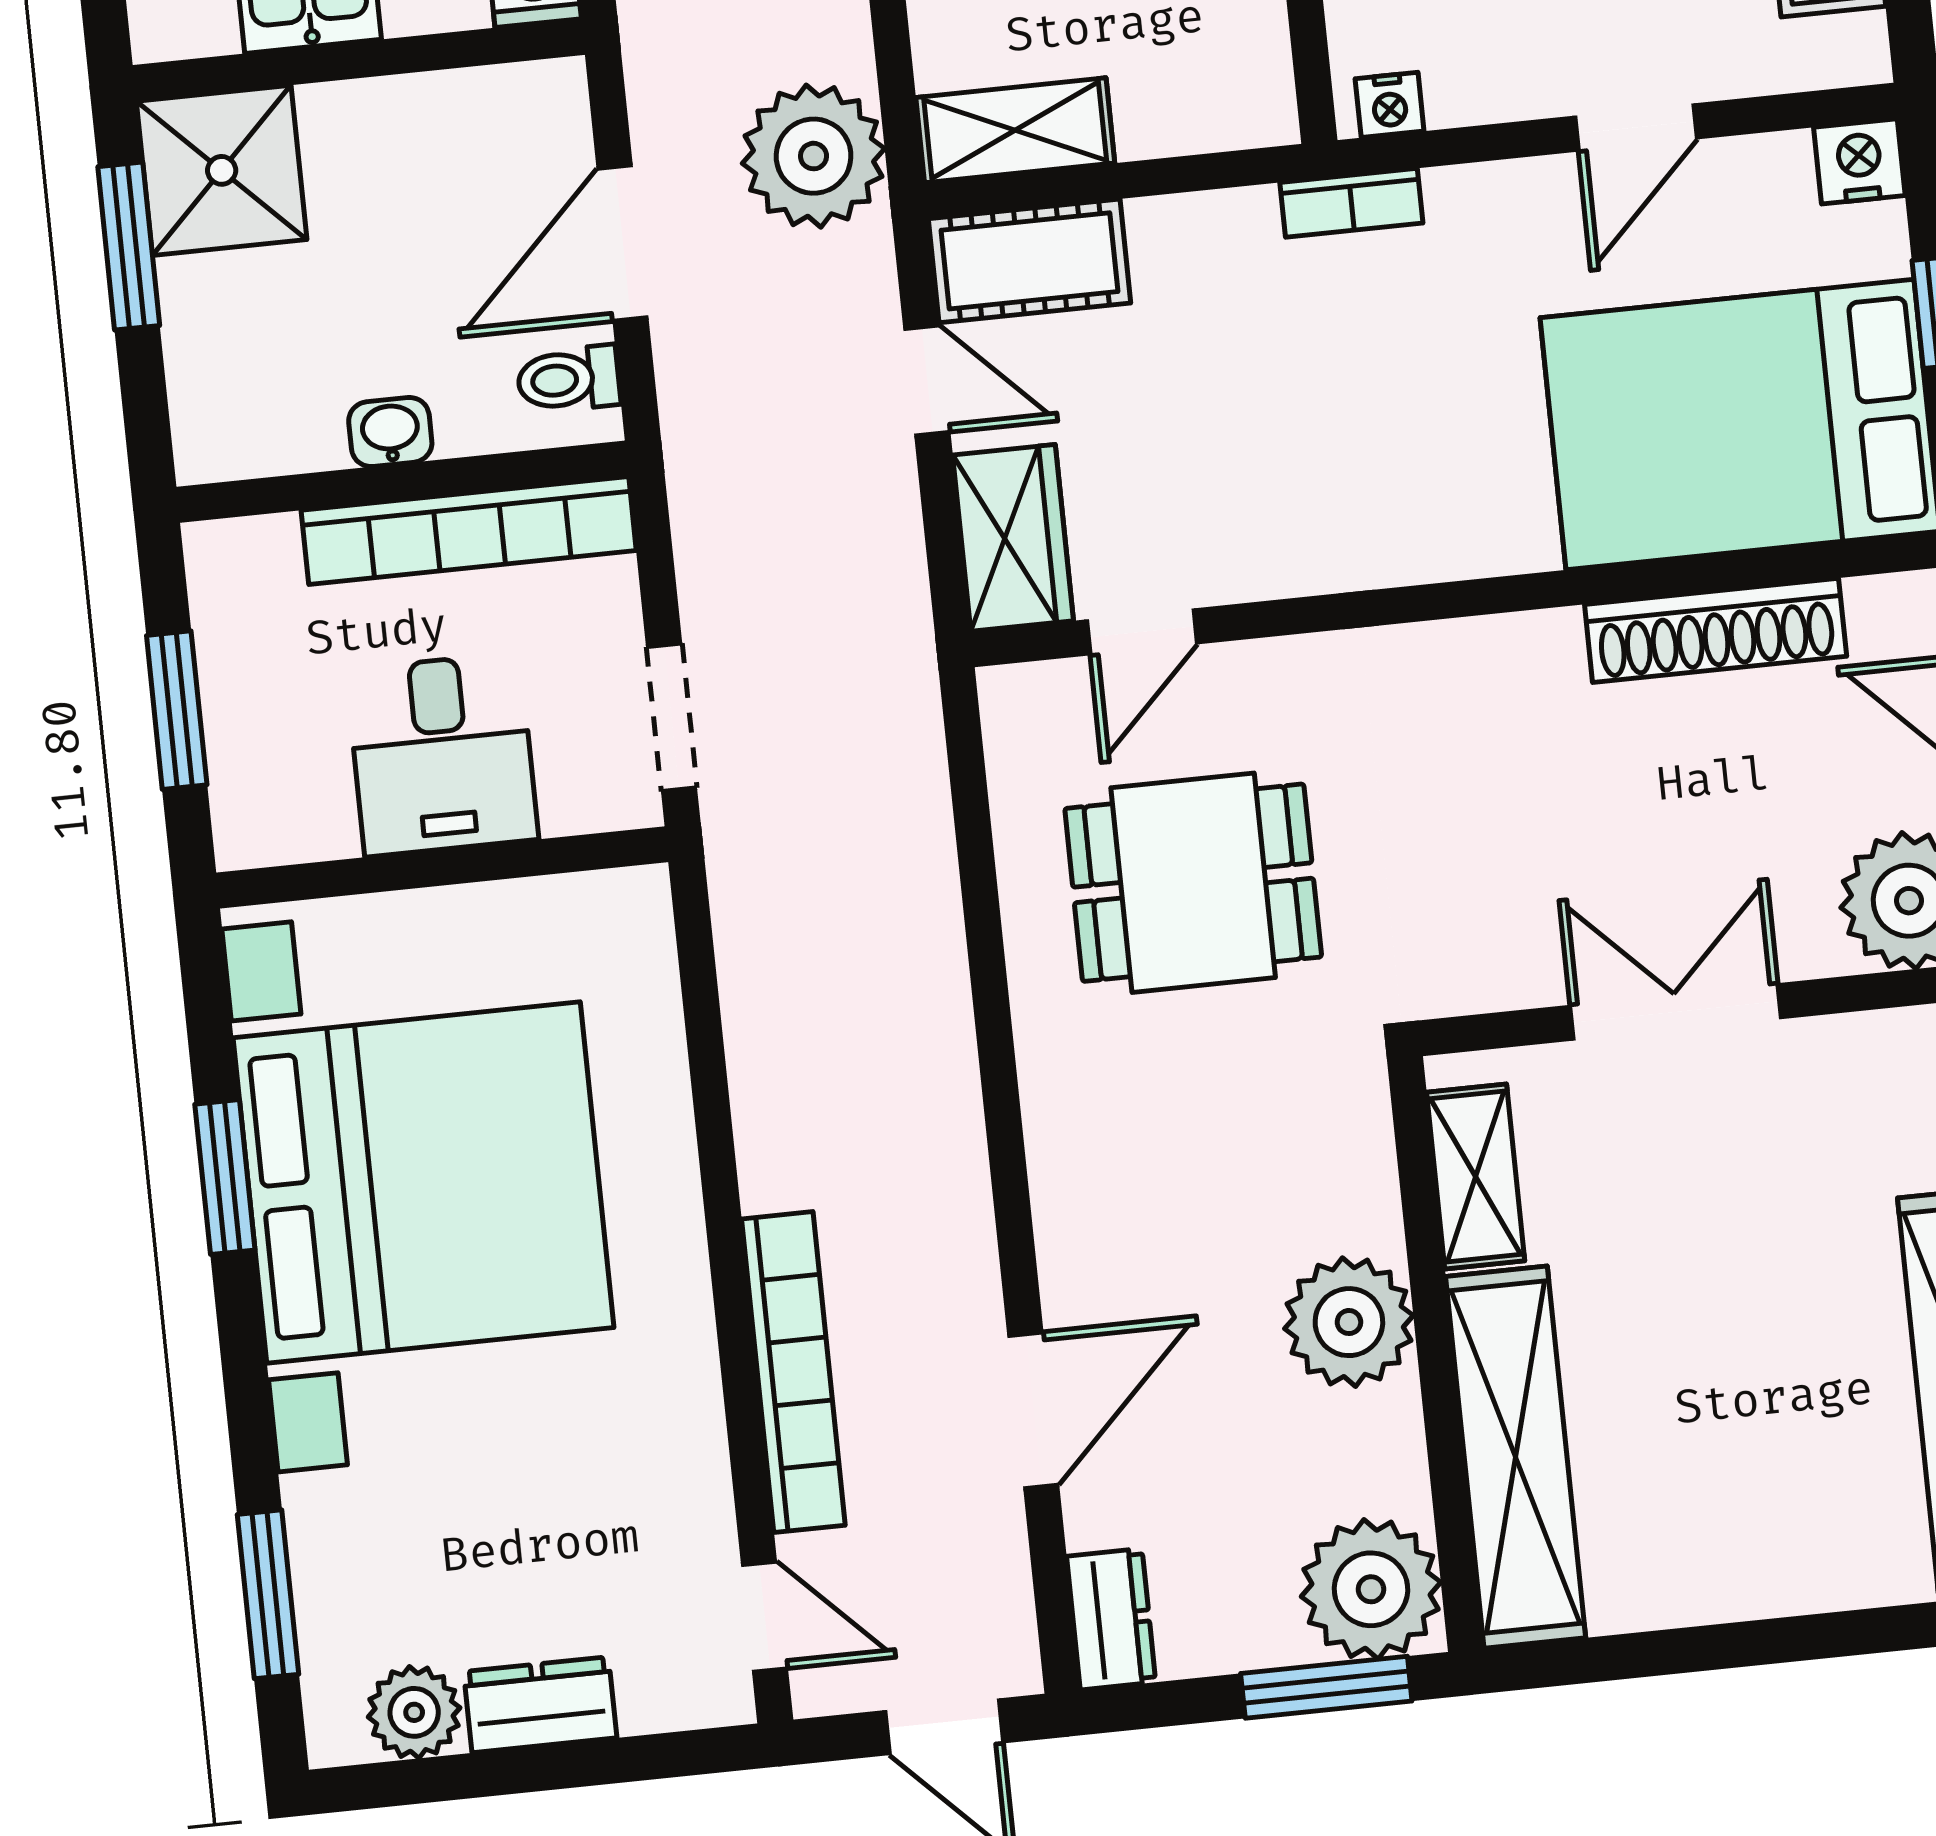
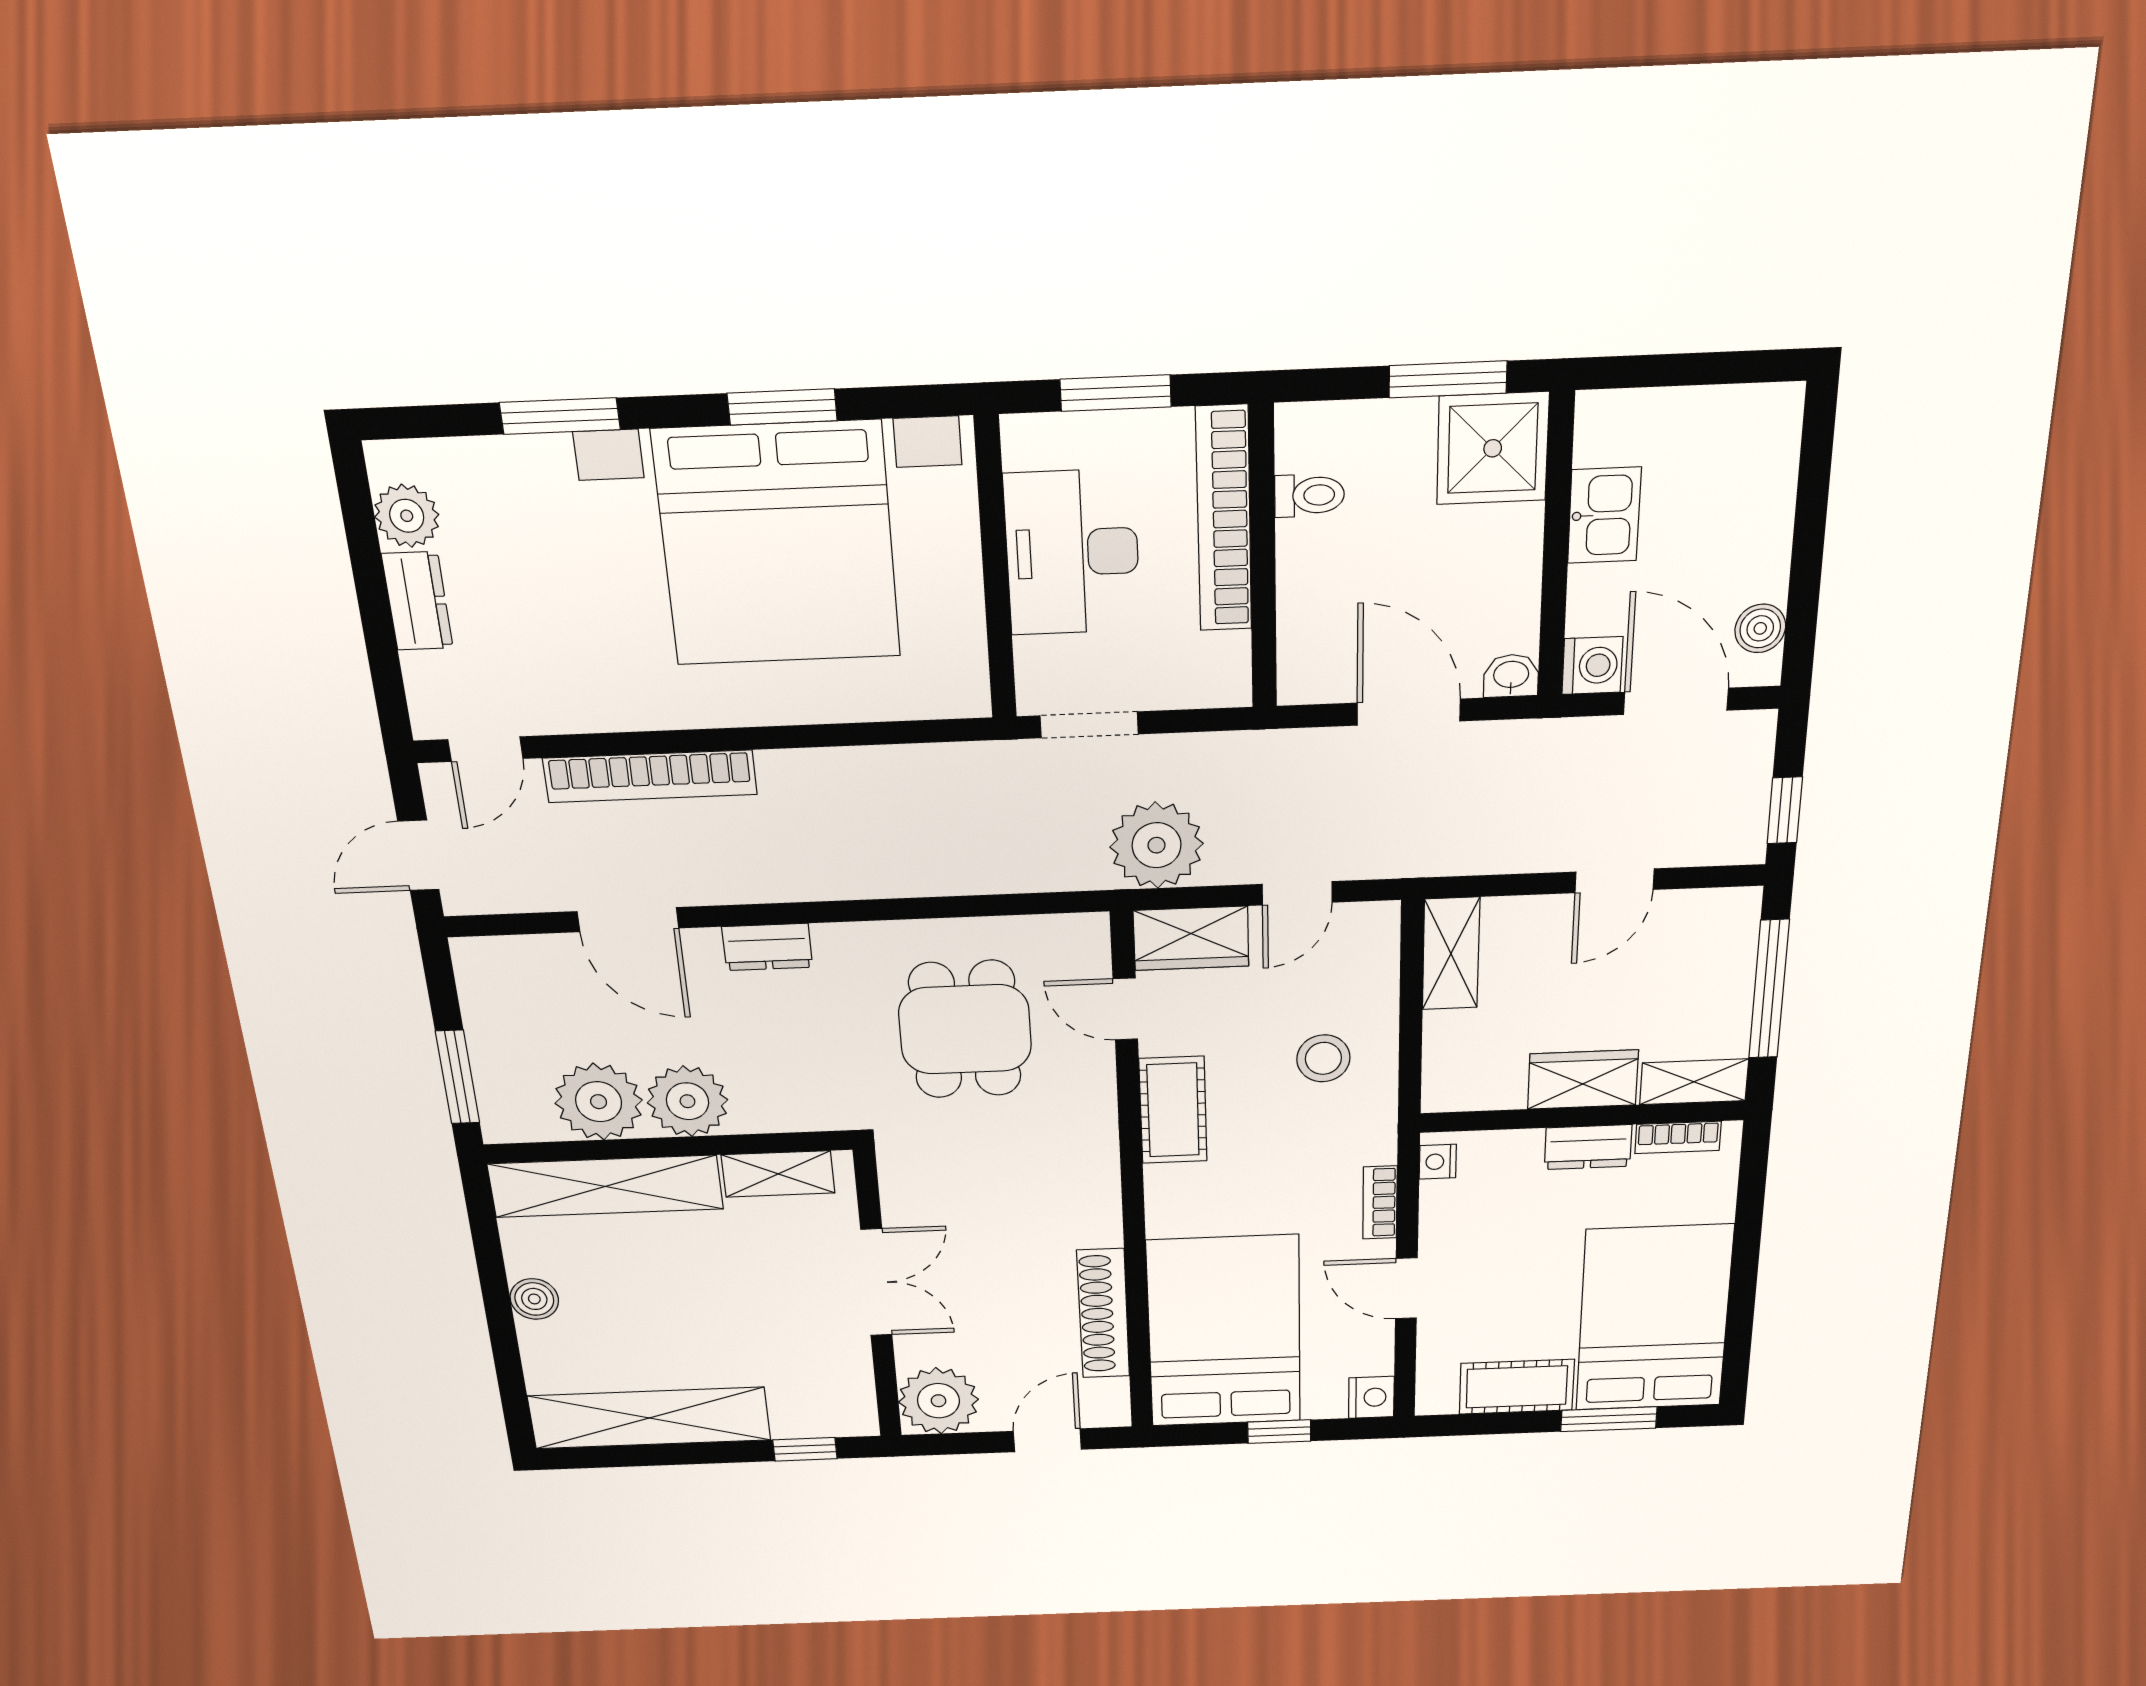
plant: (814, 156) -> (1157, 845), moved
bookcase: (1351, 203) -> (1380, 1202), moved
cot: (1029, 261) -> (1173, 1110), moved
stool: (1211, 311) -> (1323, 1058), added
toilet: (569, 379) -> (1309, 495), moved, turned 90
washbasin: (390, 432) -> (1511, 676), moved, turned -90
bookcase: (469, 530) -> (1224, 519), moved
desk: (442, 754) -> (1072, 553), width x1.37
boiler: (1741, 1581) -> (534, 1299), added
plant: (1371, 1589) -> (599, 1102), moved
window: (268, 1594) -> (560, 416), moved
dresser: (1111, 1619) -> (767, 947), moved

